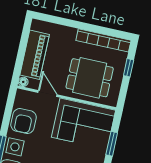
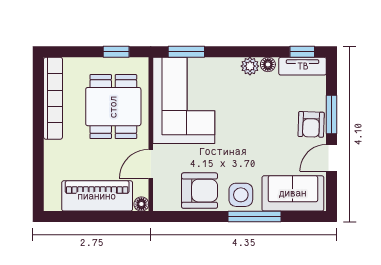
window: (129, 68) -> (116, 52), moved
window: (112, 144) -> (186, 52), moved

